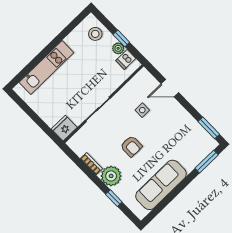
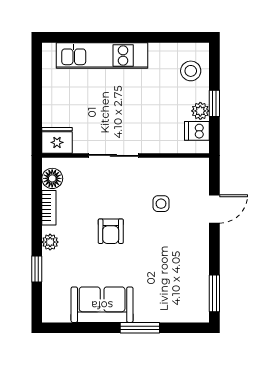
door: (170, 88) -> (214, 209), swing flipped
floor lamp: (79, 148) -> (52, 178), added
window: (207, 162) -> (140, 328), moved
plant: (111, 176) -> (50, 242), width x0.53, depth x0.53
sofa: (161, 185) -> (102, 305), width x0.73

